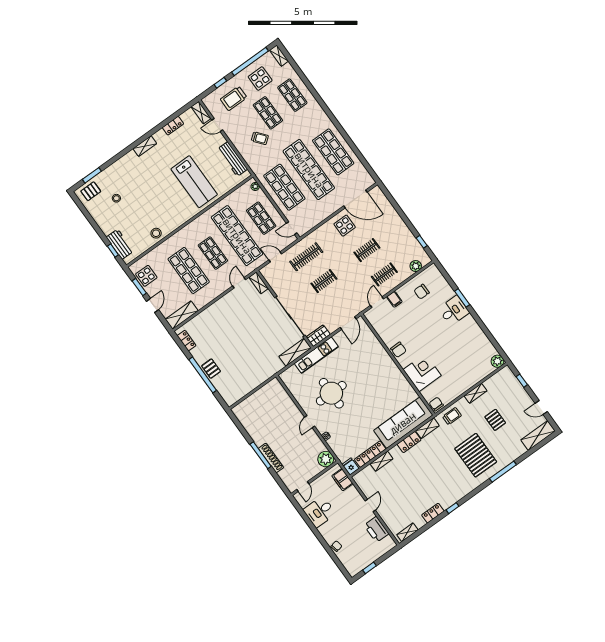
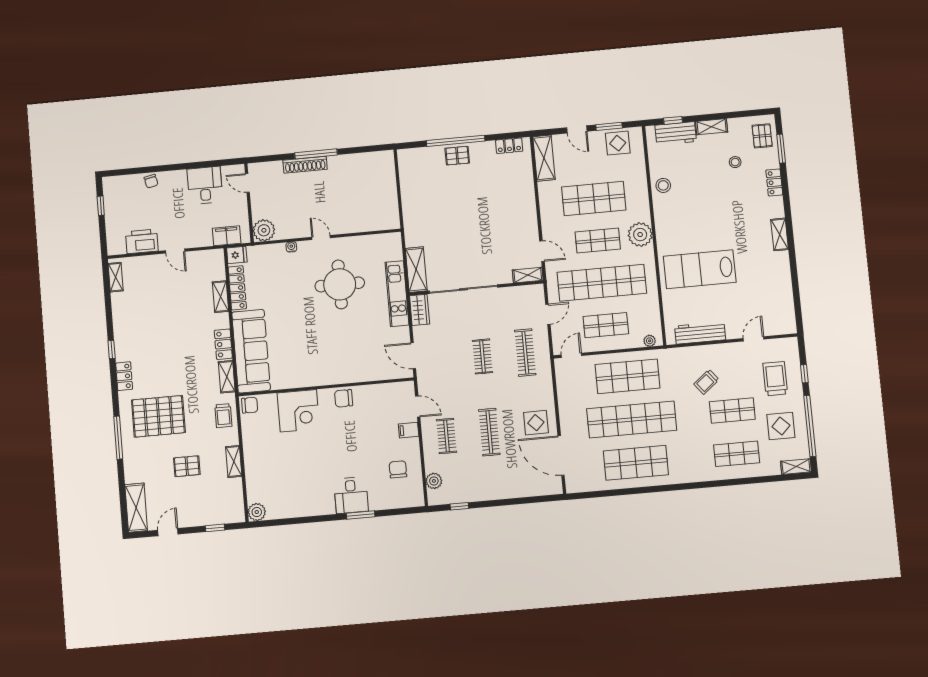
shelving: (201, 113) -> (712, 127), moved
locker: (173, 126) -> (774, 182), moved
door: (355, 199) -> (561, 455), hinge flipped
plant: (194, 230) -> (640, 235), added
clothes rail: (367, 250) -> (489, 432), width x1.36
locker: (433, 513) -> (124, 376), moved

